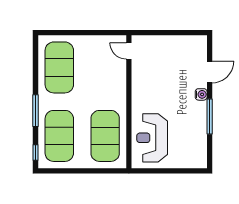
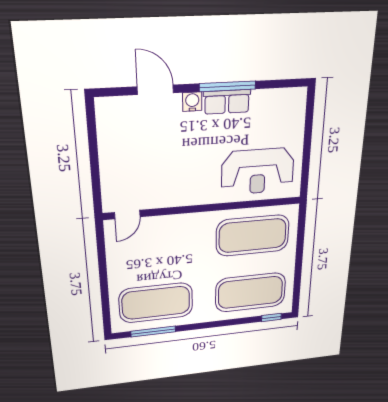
window: (35, 111) -> (153, 331), moved
row of seats: (200, 116) -> (227, 102), added

